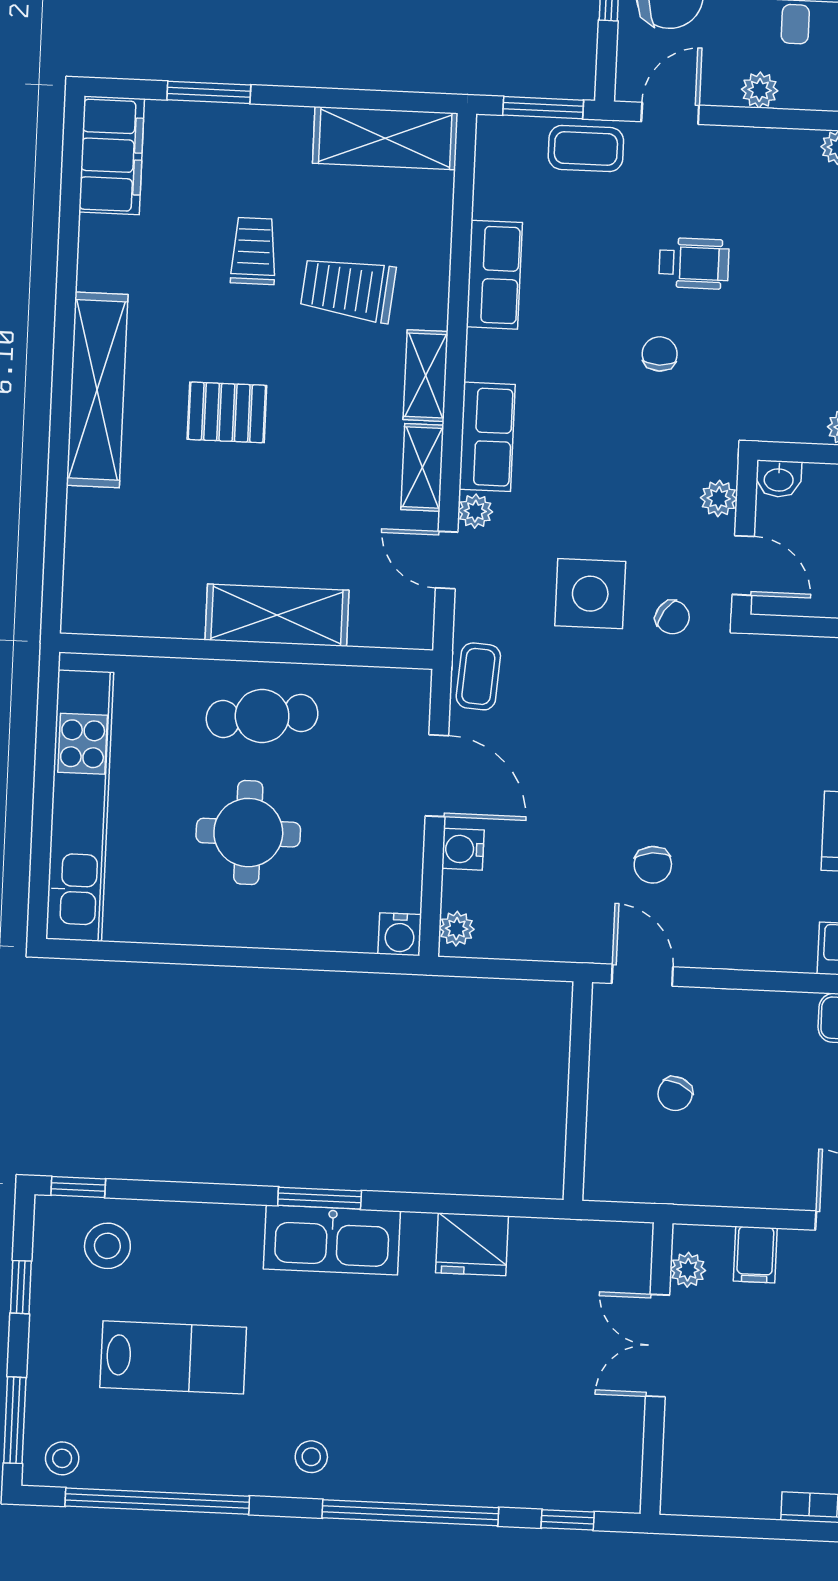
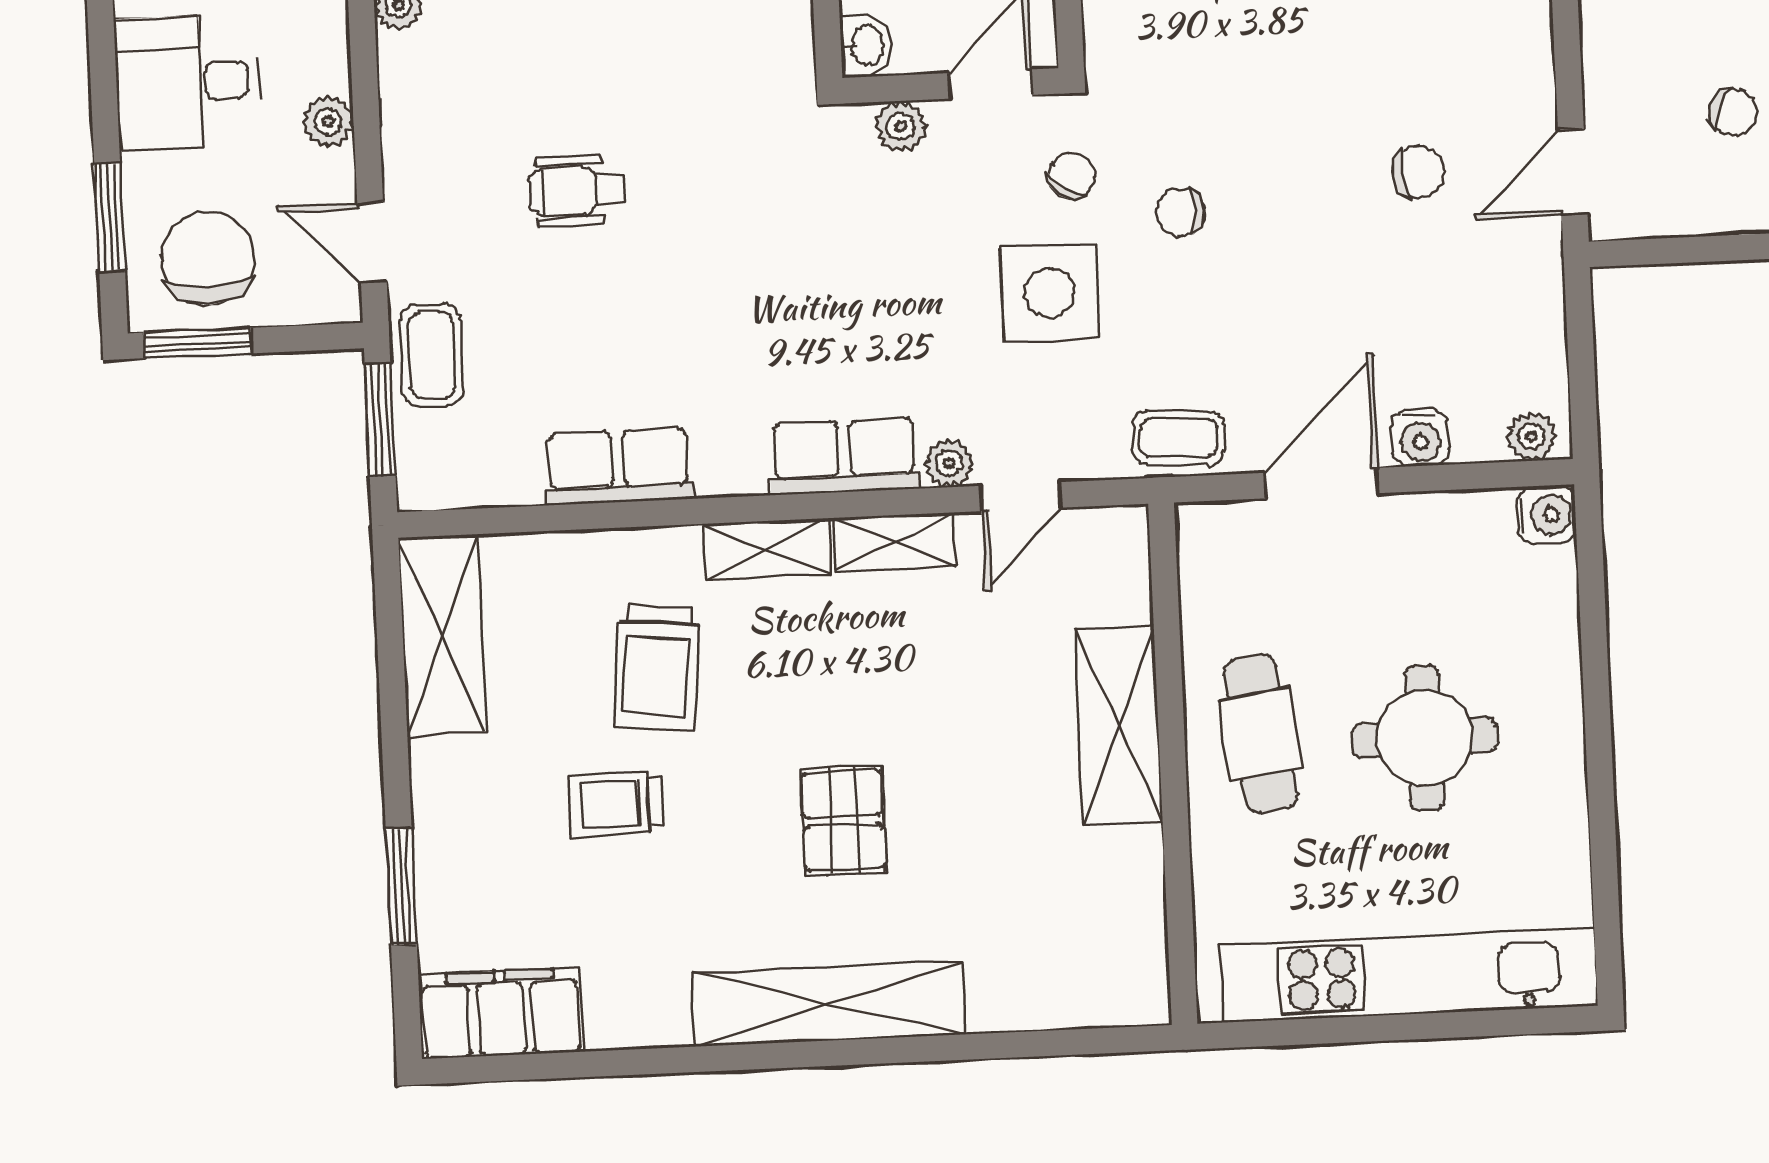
wheelchair: (694, 263) -> (577, 191), turned -90
chair: (660, 354) -> (1180, 212), moved

